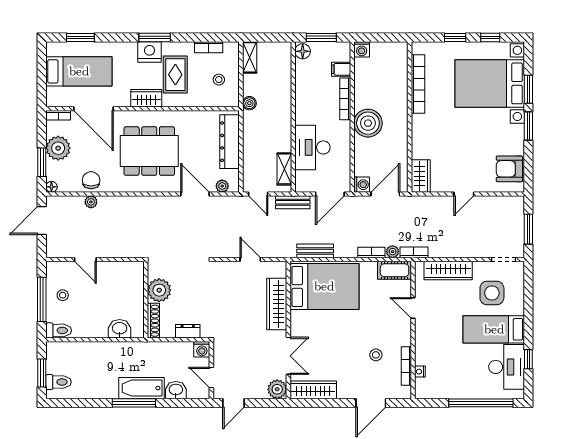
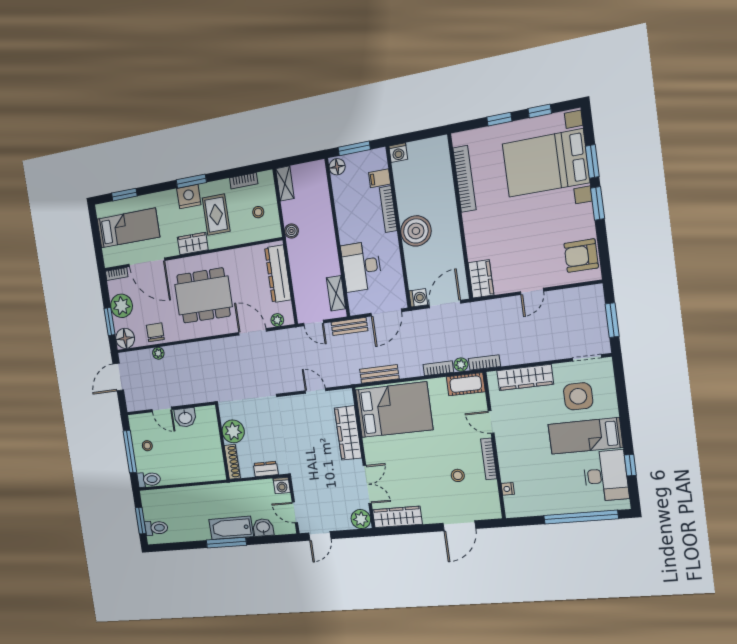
floor lamp: (51, 187) -> (125, 338), width x1.89, depth x1.89
washbasin: (120, 329) -> (185, 417), moved, turned 180
bookcase: (406, 366) -> (489, 459), moved

